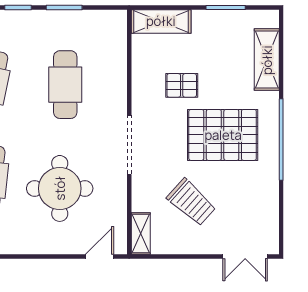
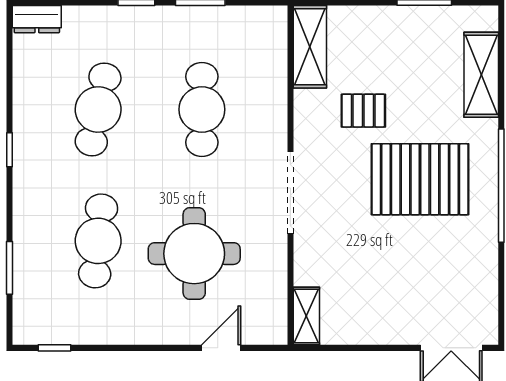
shelving: (161, 21) -> (310, 47), moved, turned 90
trolley: (191, 202) -> (377, 273), removed
door: (99, 257) -> (221, 348), moved

